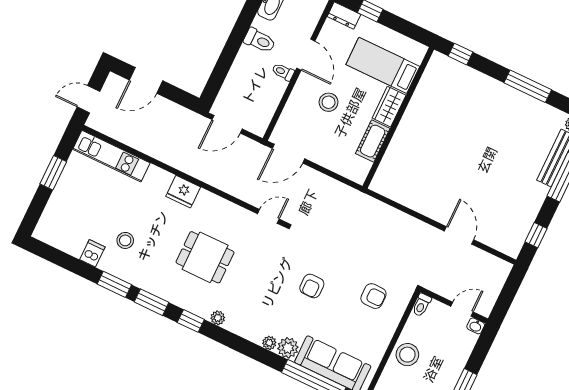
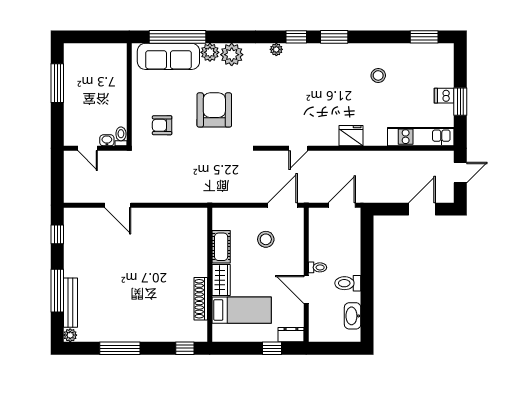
shoe rack: (419, 97) -> (201, 299), added
stool: (329, 102) -> (266, 239), moved
door: (268, 216) -> (298, 148), moved
dishwasher: (92, 253) -> (444, 96), moved, turned 90
dining table: (205, 257) -> (309, 92), removed
window: (114, 284) -> (424, 37), moved
armchair: (312, 286) -> (214, 110), width x1.88, depth x1.88
door: (462, 309) -> (88, 148), hinge flipped
washbasin: (476, 326) -> (107, 140), moved
plant: (269, 343) -> (232, 55), width x1.88, depth x1.88
stool: (407, 355) -> (113, 92), removed

